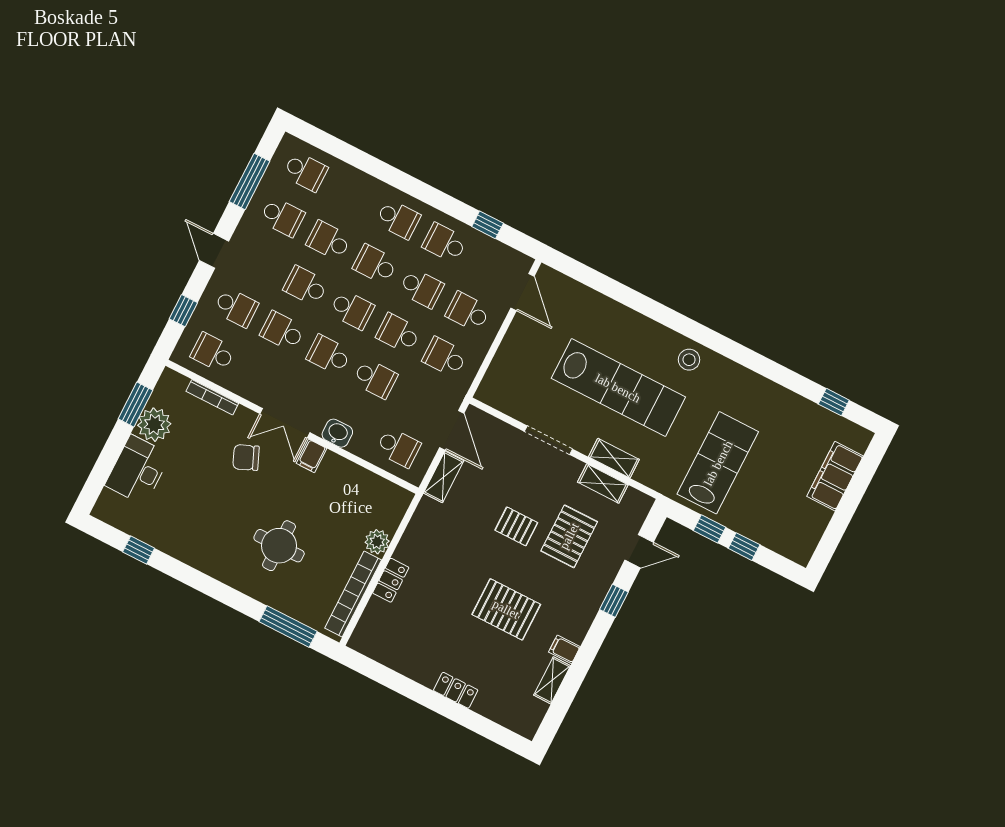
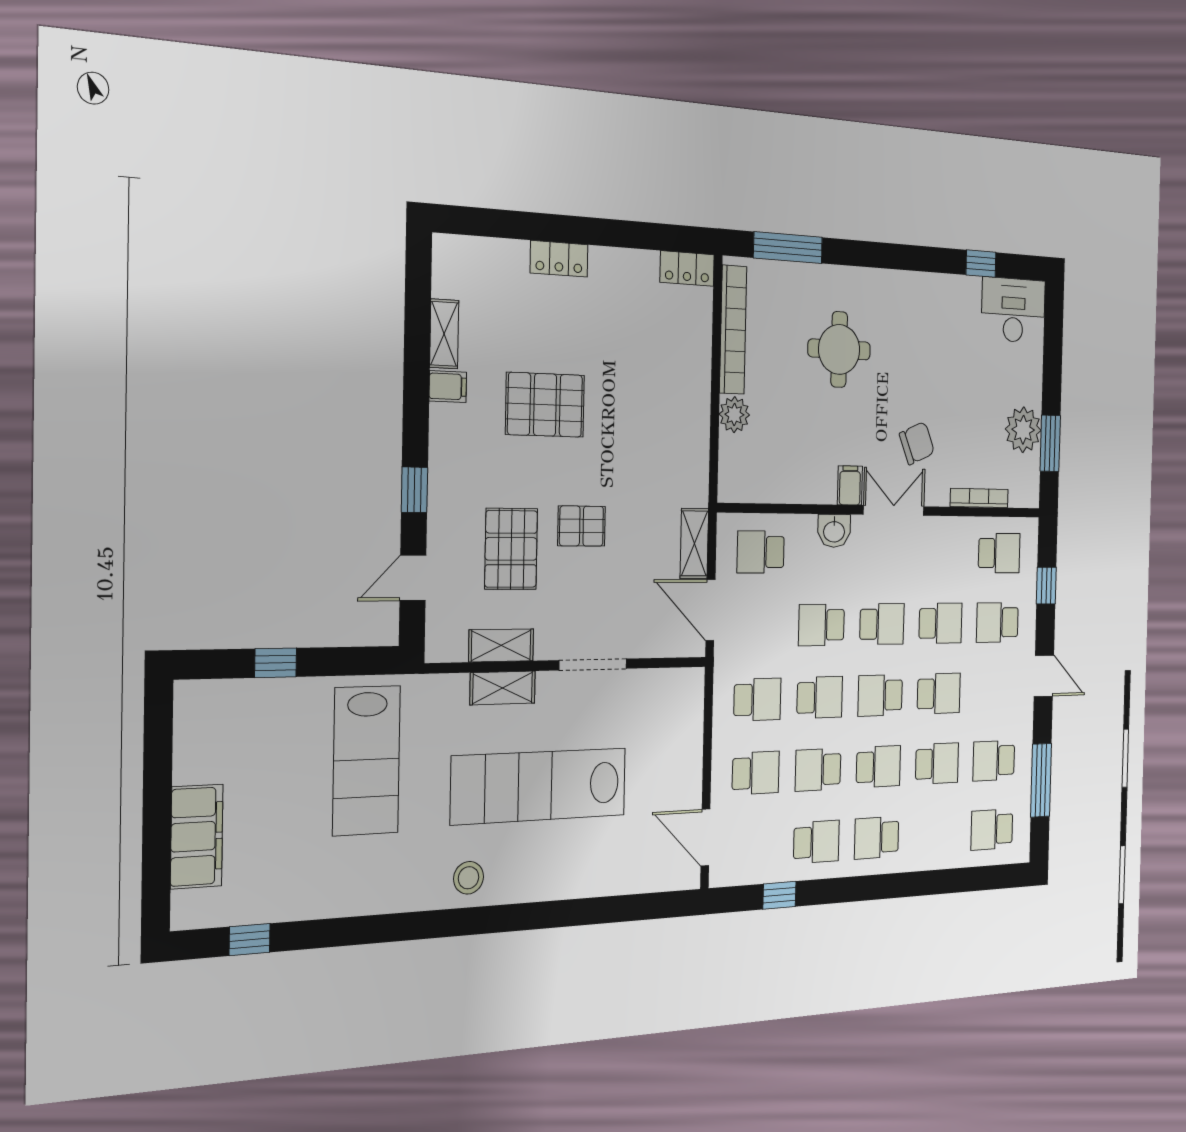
desk: (138, 470) -> (1013, 310), moved, turned -90
window: (709, 529) -> (335, 662), removed
locker: (391, 580) -> (687, 268), moved, turned -90

